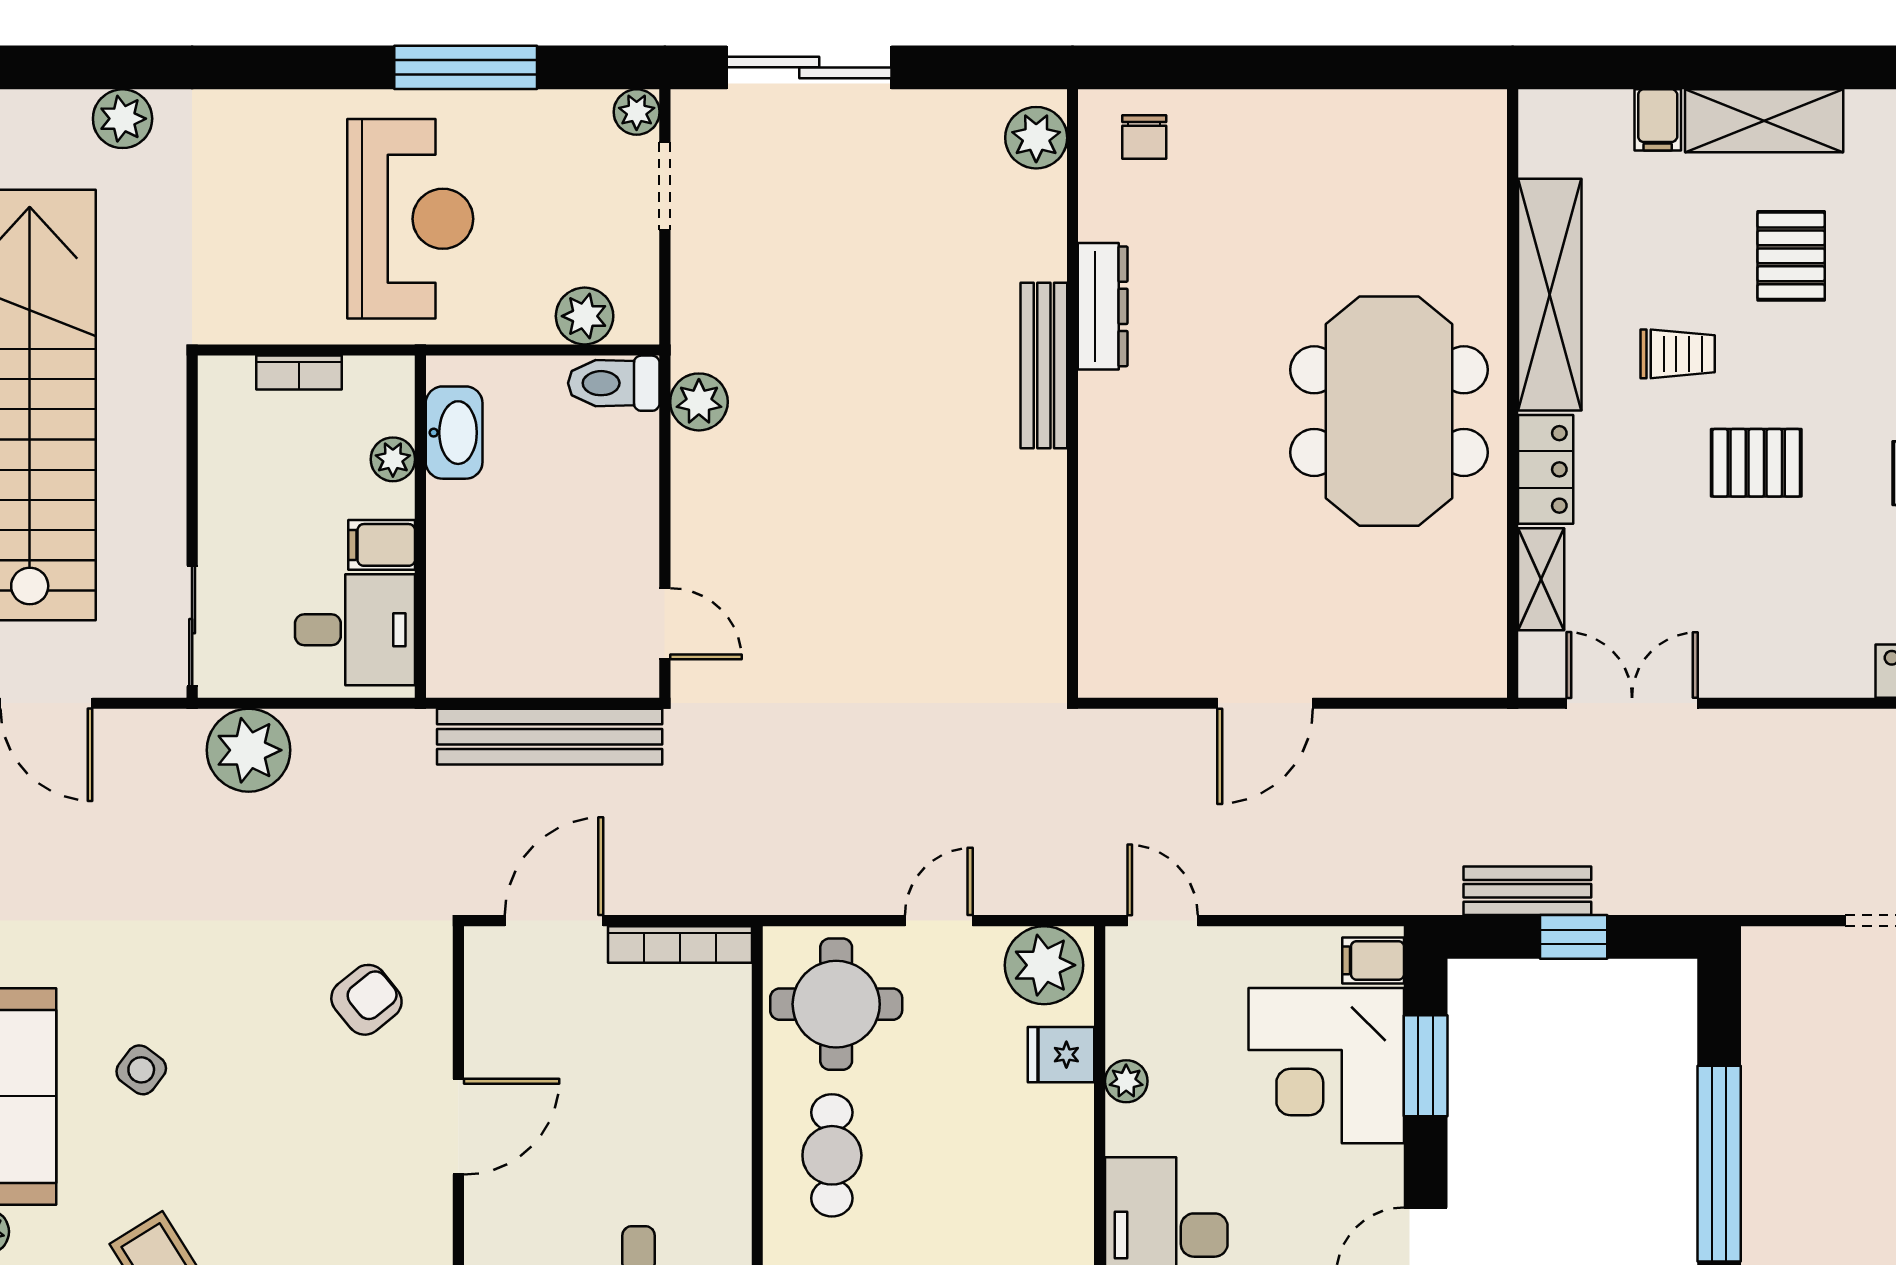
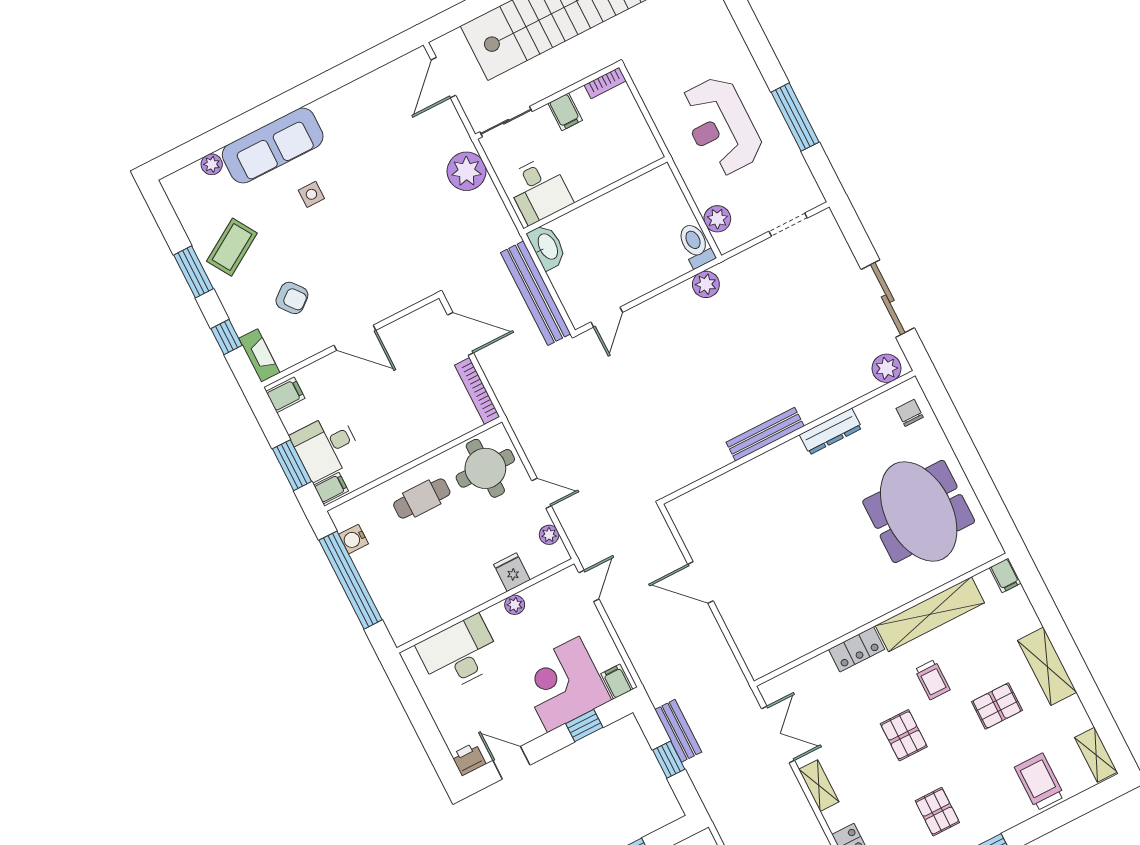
sliding door: (809, 67) -> (888, 299), moved
plant: (637, 112) -> (813, 197), removed
filing cabinet: (1658, 120) -> (1005, 575), moved, turned -90
chair: (1144, 137) -> (910, 413), turned 90
reception desk: (410, 219) -> (721, 126), turned 90
bench: (1044, 366) -> (765, 434), moved
bookcase: (299, 372) -> (605, 83), moved, turned -90
meeting table: (1389, 411) -> (919, 511), moved, turned 90
washbasin: (454, 433) -> (547, 247), moved, turned -90
plant: (393, 459) -> (617, 170), removed
filing cabinet: (382, 545) -> (565, 112), moved, turned 180
shelving: (1541, 579) -> (819, 786), moved, turned 90
plant: (1044, 965) -> (549, 535), width x0.53, depth x0.53
armchair: (366, 1000) -> (292, 298), moved
window: (1426, 1066) -> (584, 726), width x0.67
side table: (141, 1070) -> (311, 194), turned -37

